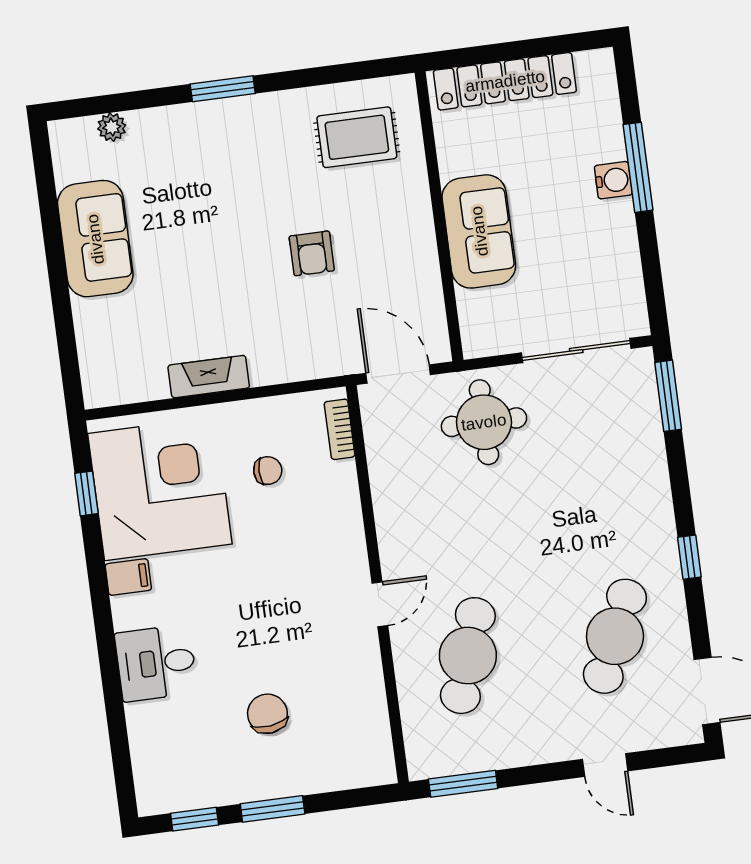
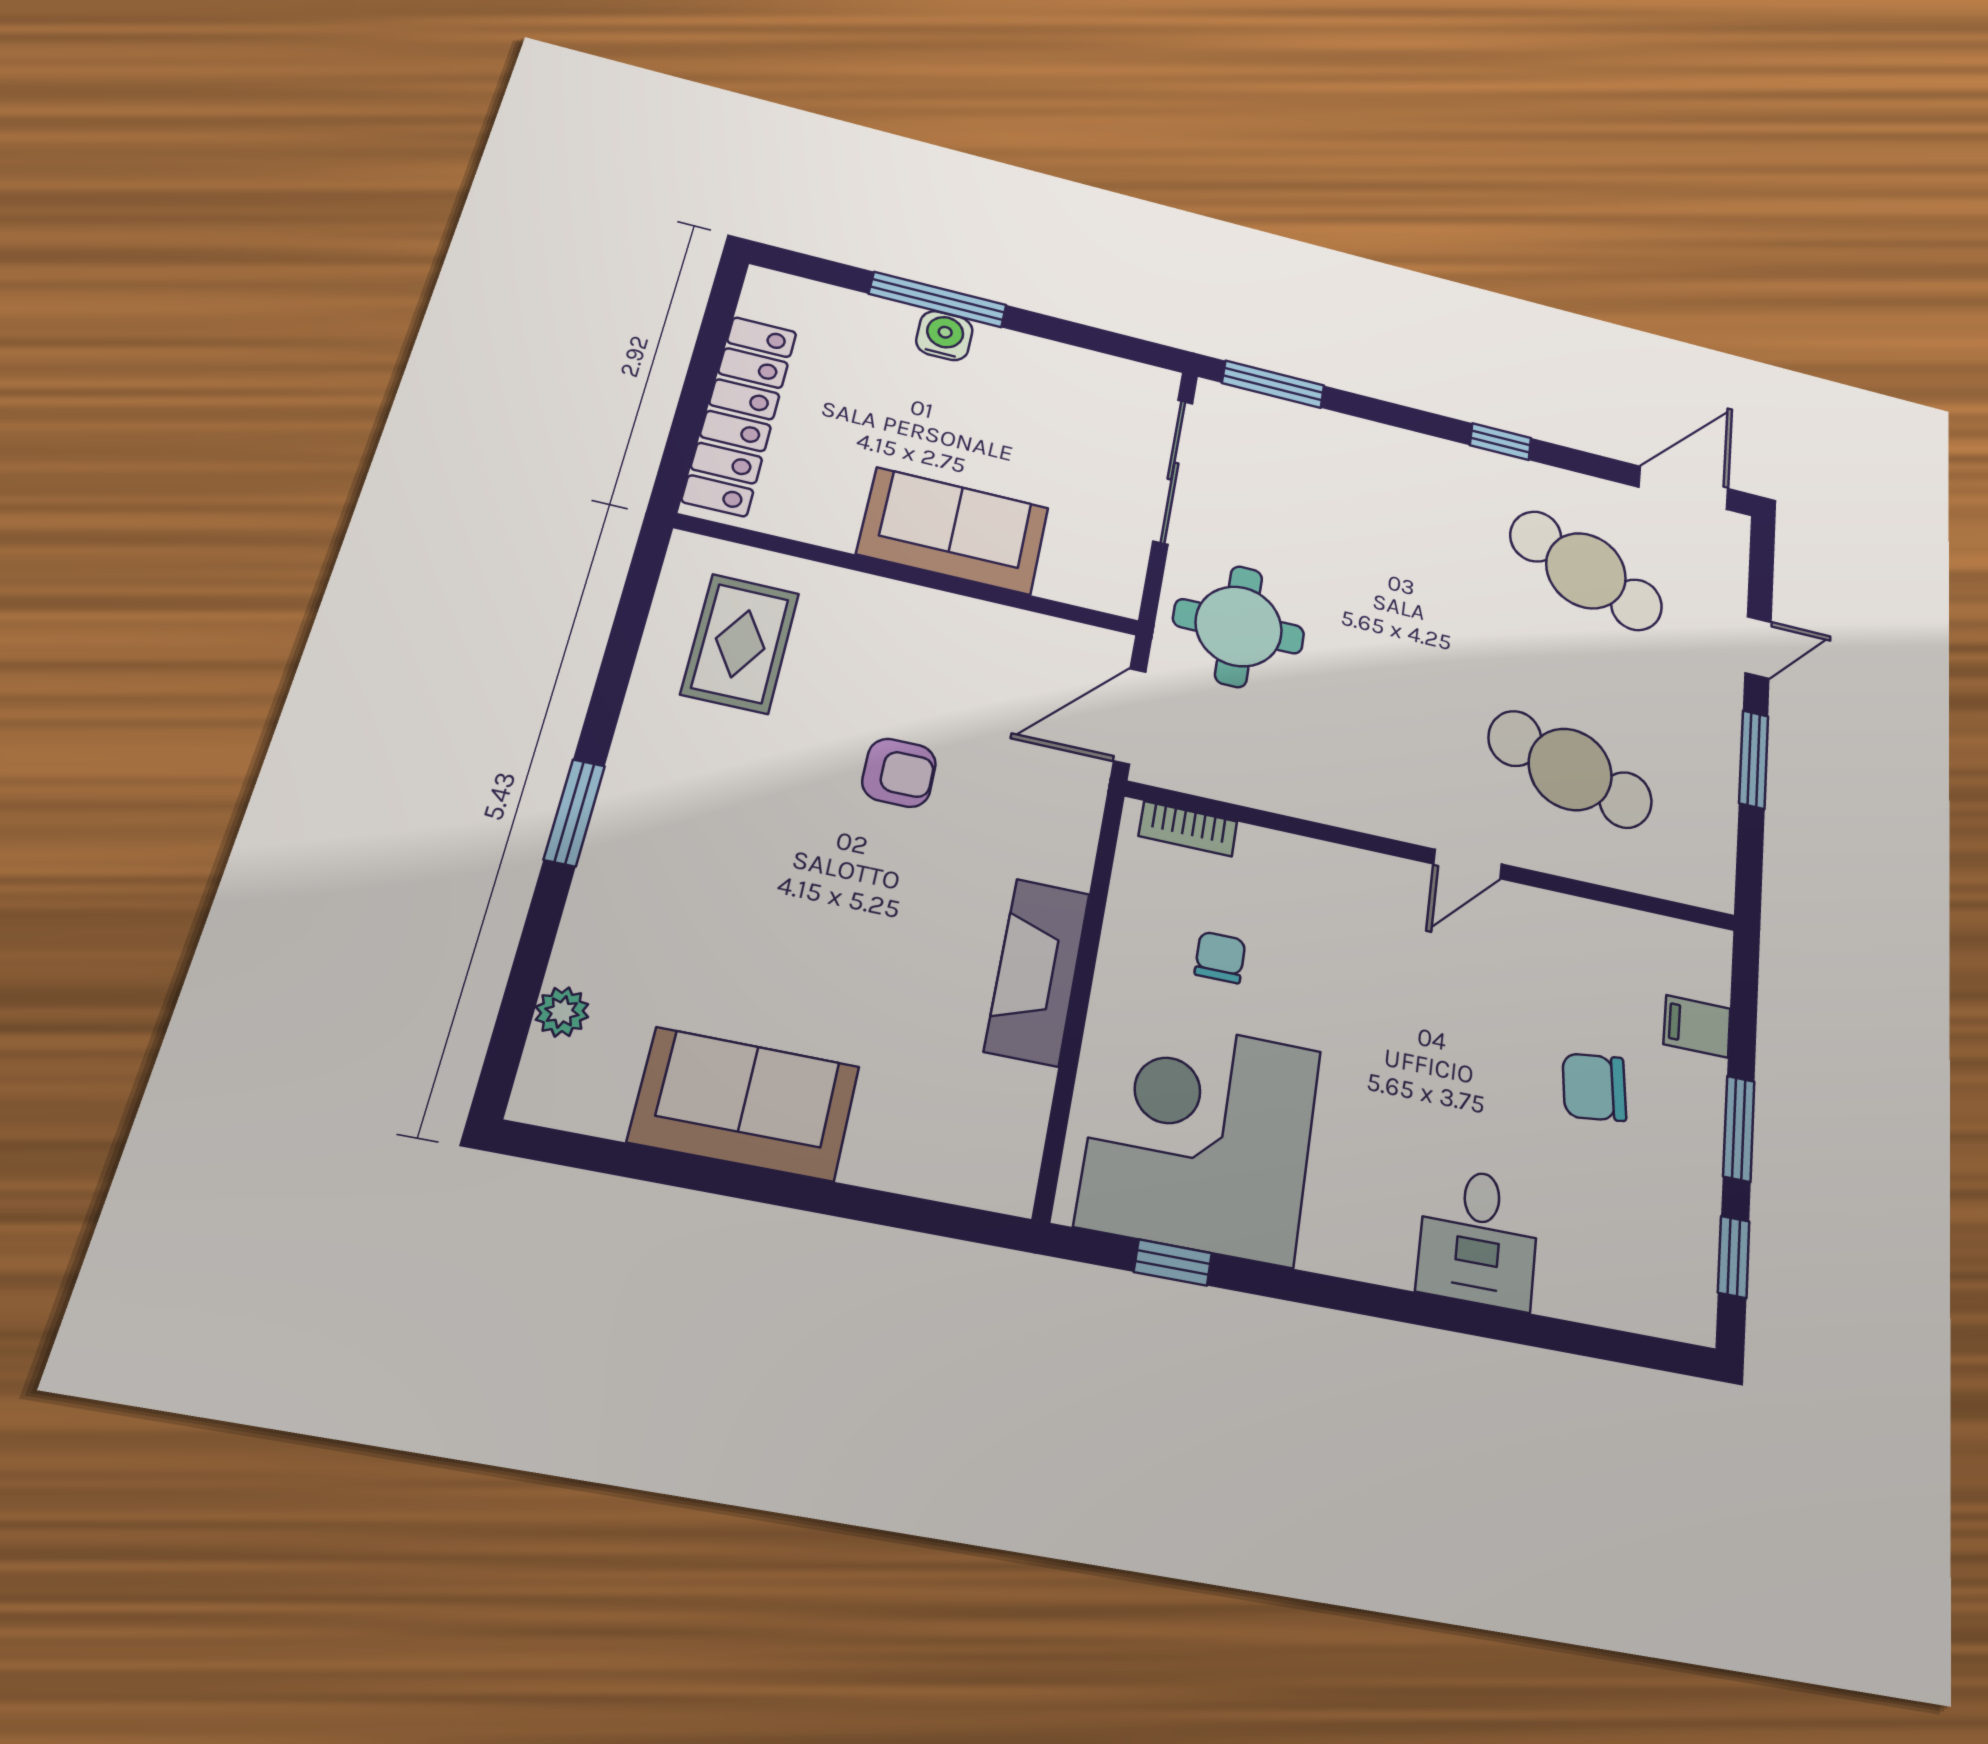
fireplace: (209, 377) -> (1037, 972), width x1.37, depth x1.32
filing cabinet: (128, 577) -> (1697, 1026), moved, turned -90
door: (380, 604) -> (1468, 864), swing flipped
window: (463, 784) -> (1754, 759), moved

